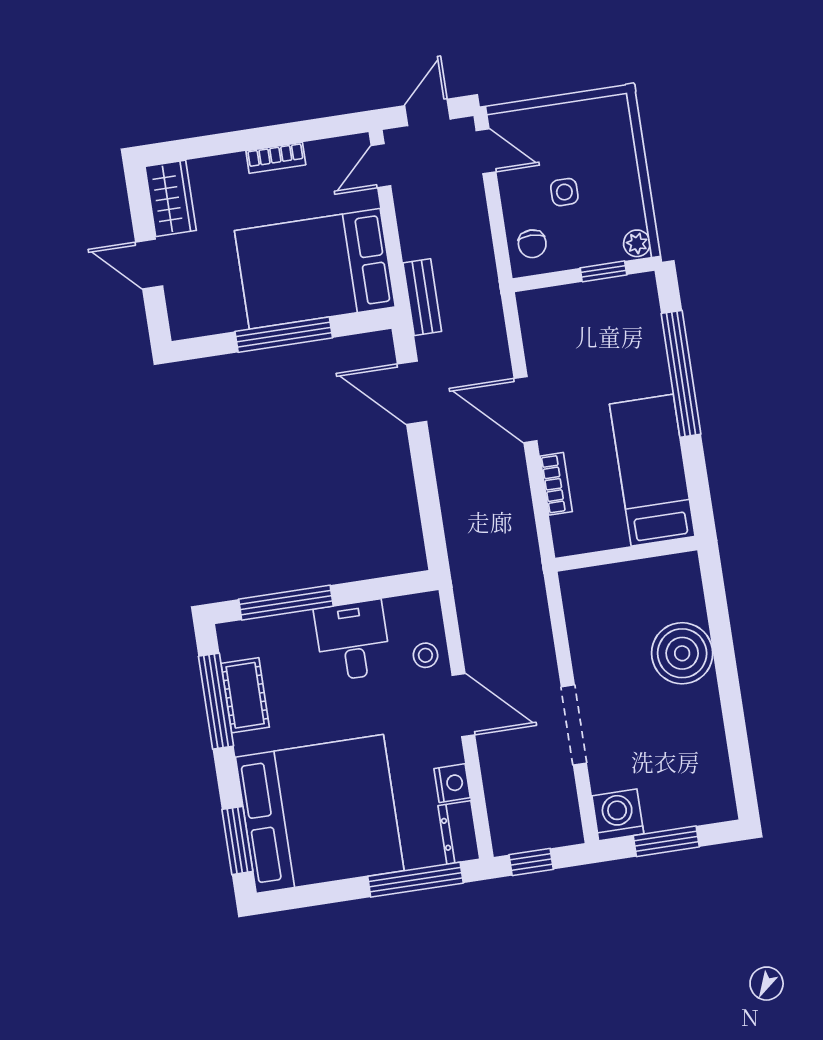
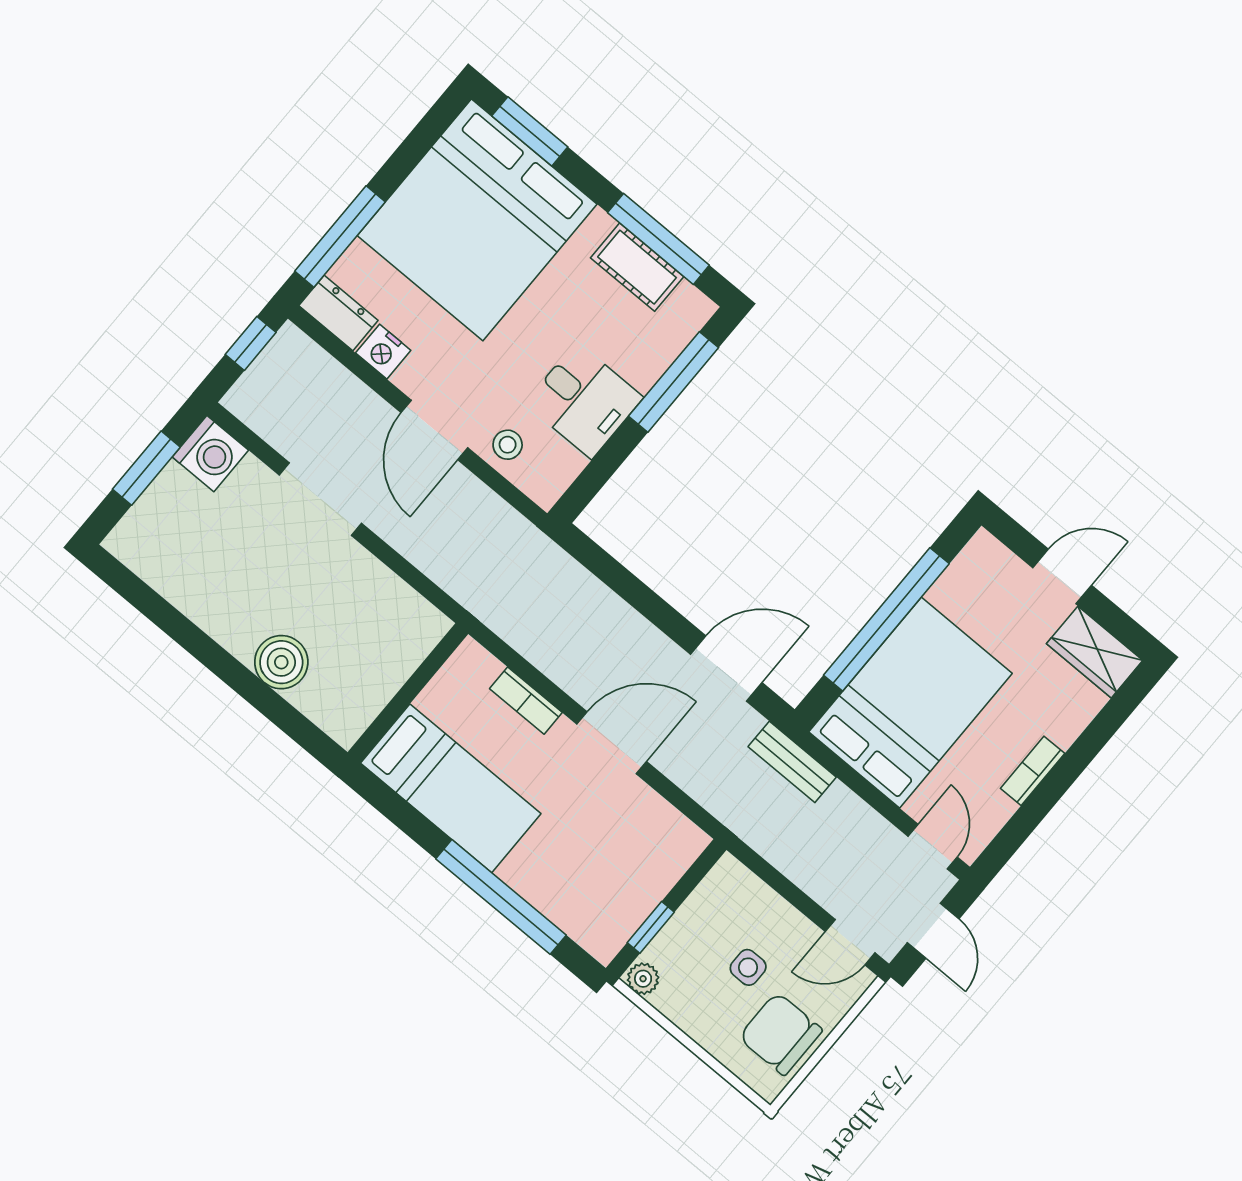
chair: (532, 244) -> (780, 1034), moved, width x1.87, depth x1.87
window: (284, 335) -> (886, 619), width x1.46
boiler: (682, 653) -> (281, 662), width x0.73, depth x0.73
door: (463, 705) -> (434, 430), hinge flipped

